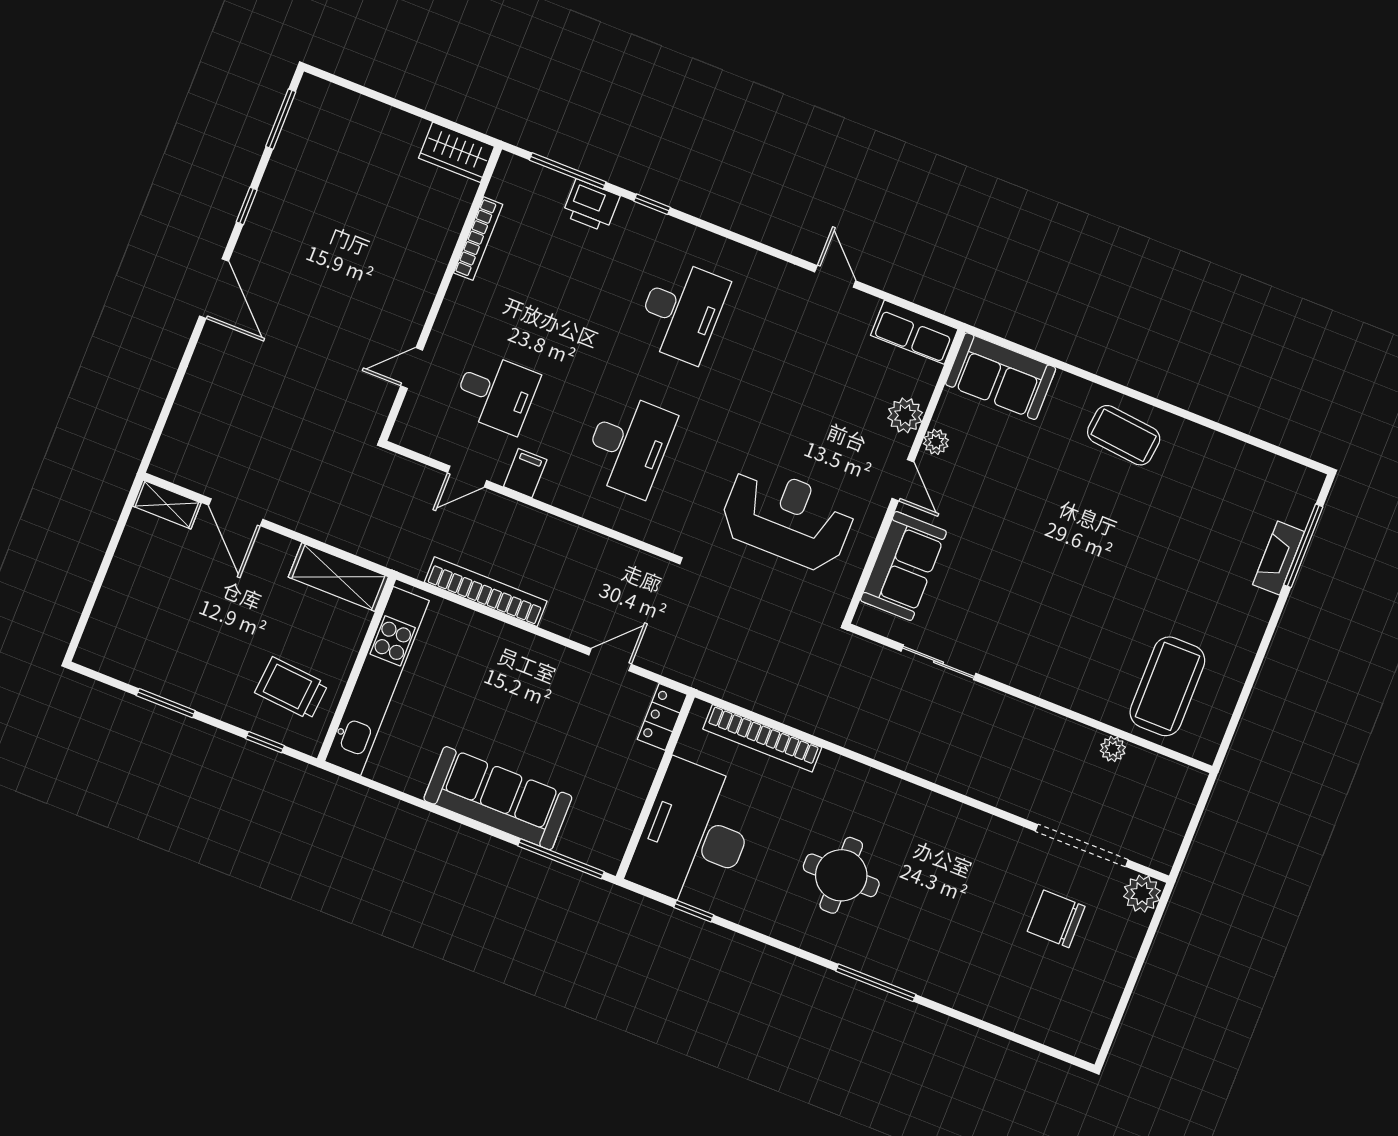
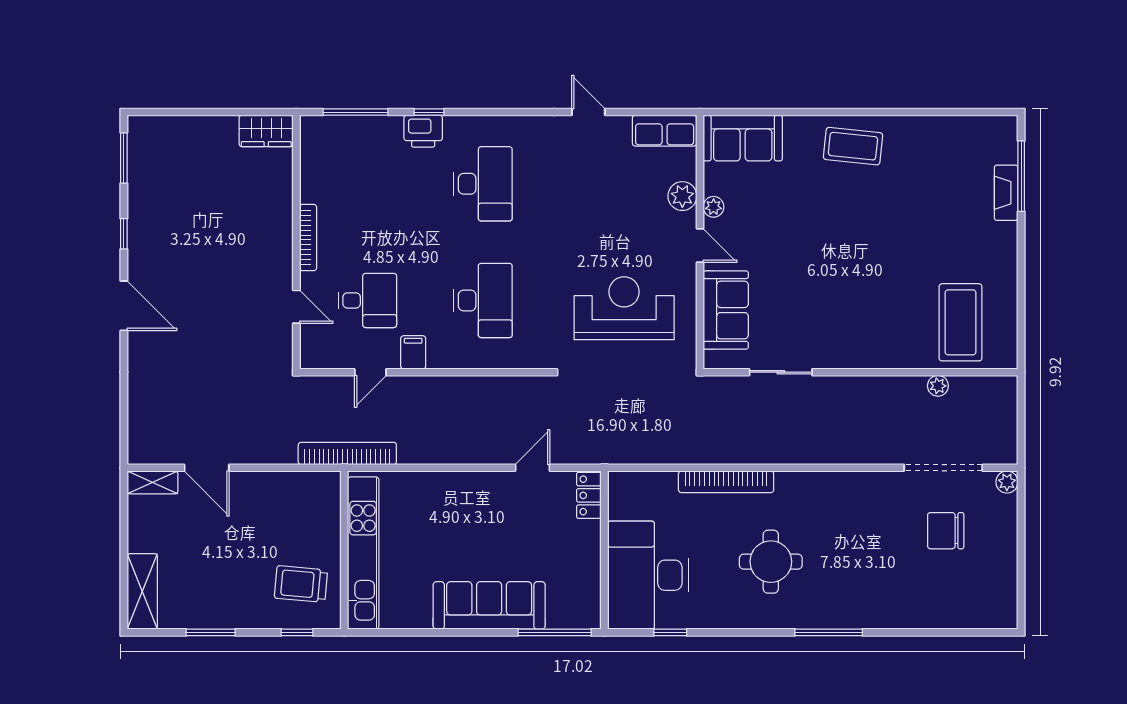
printer: (591, 205) -> (423, 131), moved
bookcase: (478, 239) -> (308, 238), moved
door: (412, 368) -> (296, 307), swing flipped
shelving: (338, 577) -> (142, 591), moved, turned 90
bookcase: (486, 592) -> (347, 453), moved
bookcase: (762, 738) -> (726, 482), moved
plant: (1142, 894) -> (1007, 482), width x0.73, depth x0.73

